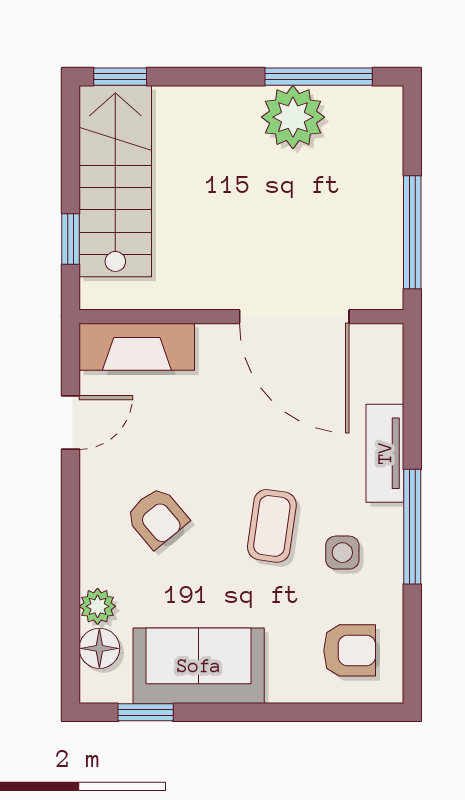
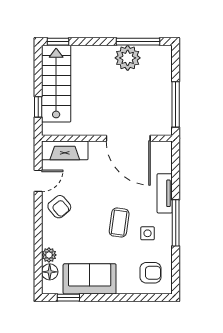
armchair: (157, 518) -> (59, 207), moved

